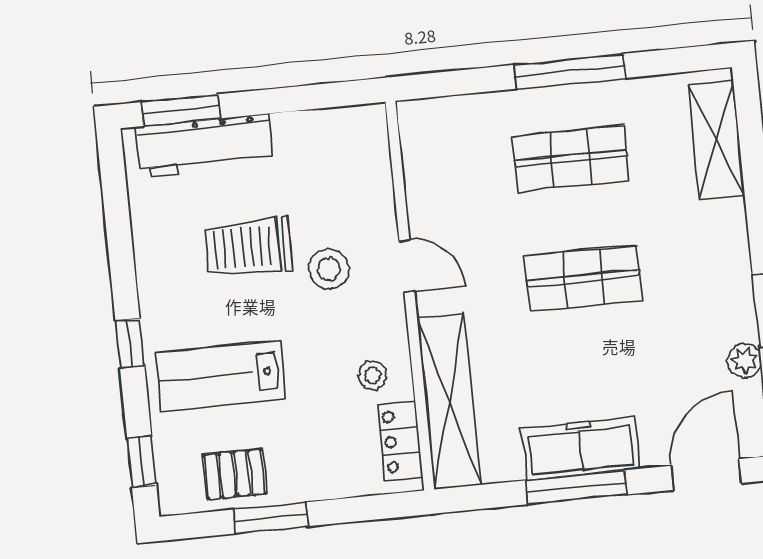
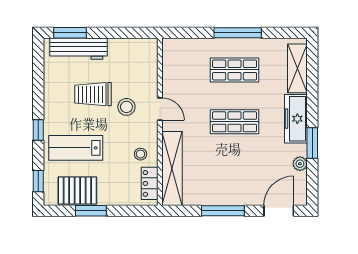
freezer: (581, 448) -> (296, 119), moved, turned -90
pallet: (235, 474) -> (77, 191), width x1.50, depth x1.42

